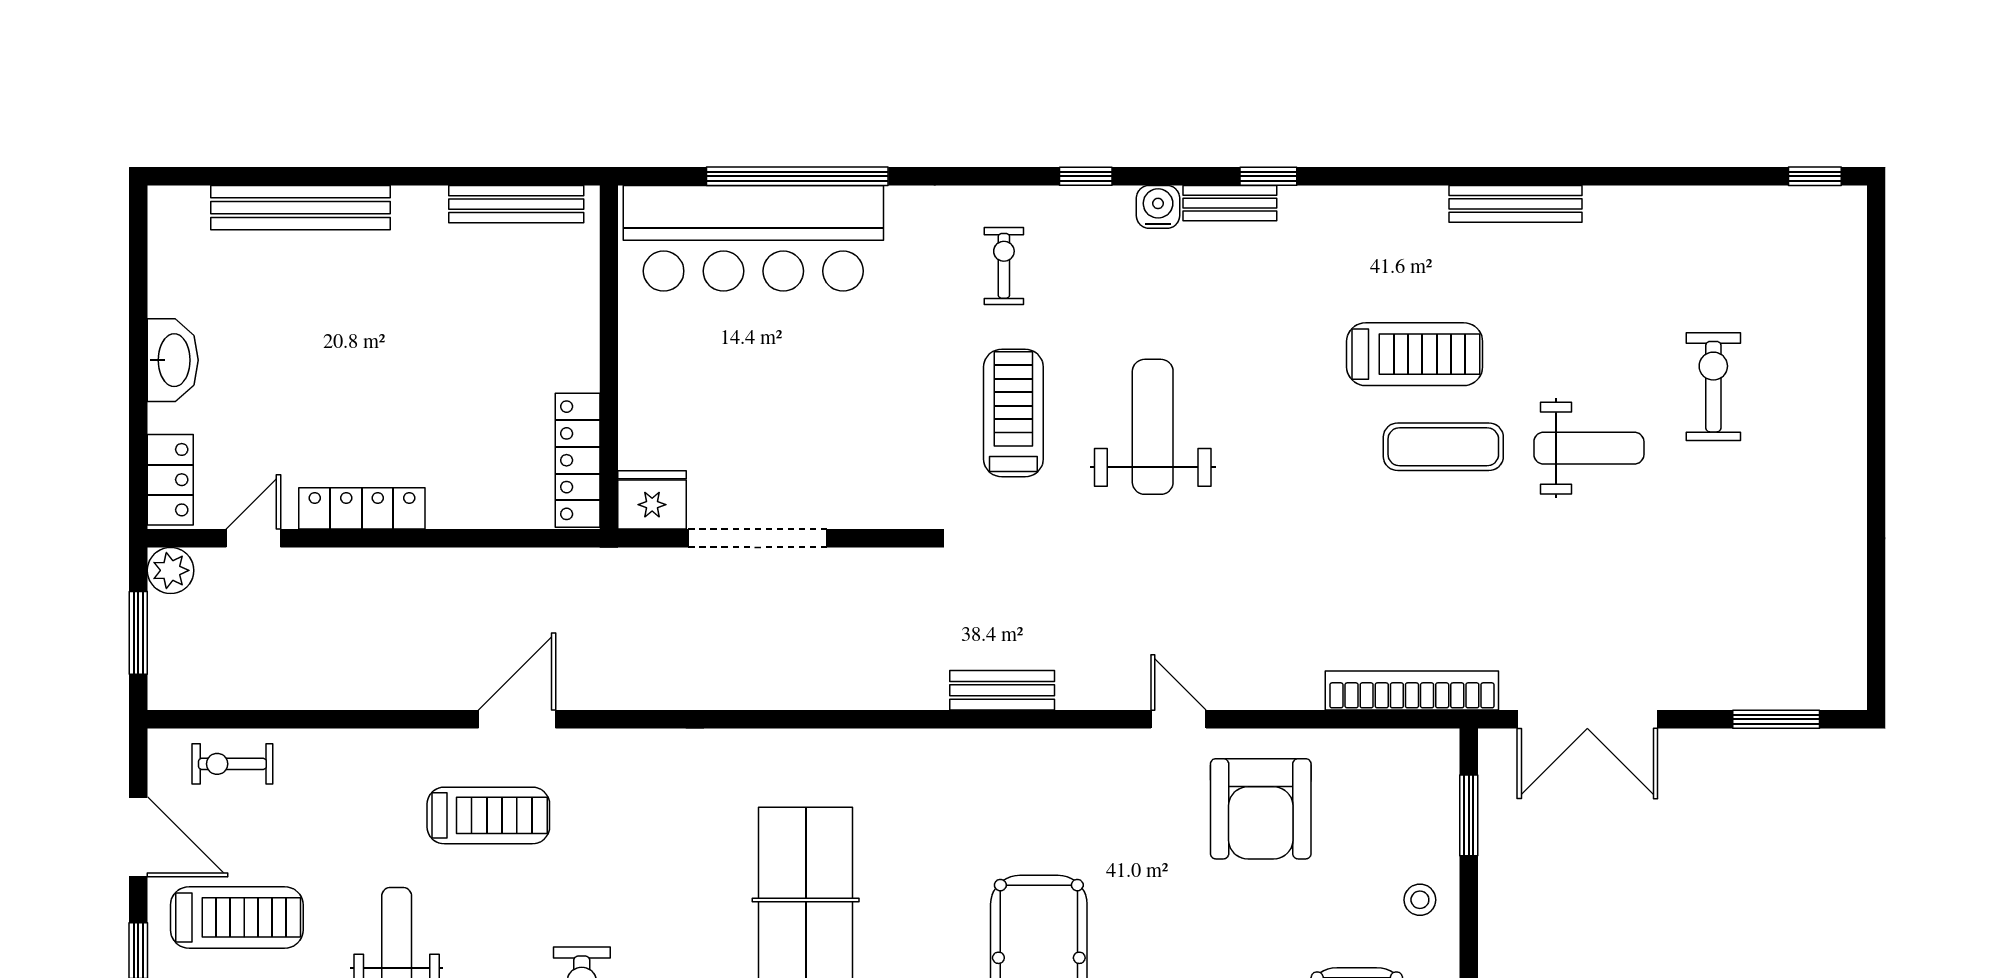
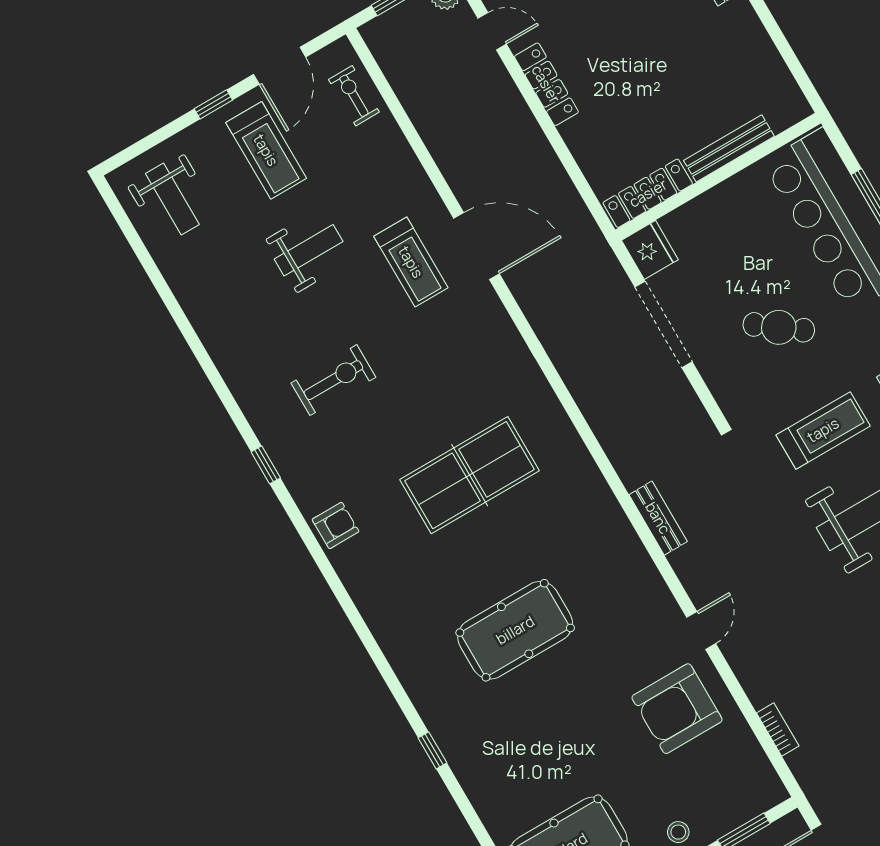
bench: (516, 204) -> (729, 148), moved, turned 90
cafe table: (848, 393) -> (779, 327), added
bookcase: (1412, 691) -> (778, 729), width x0.43, depth x0.76
door: (517, 719) -> (476, 246), width x1.36

